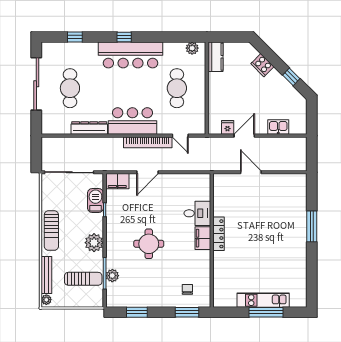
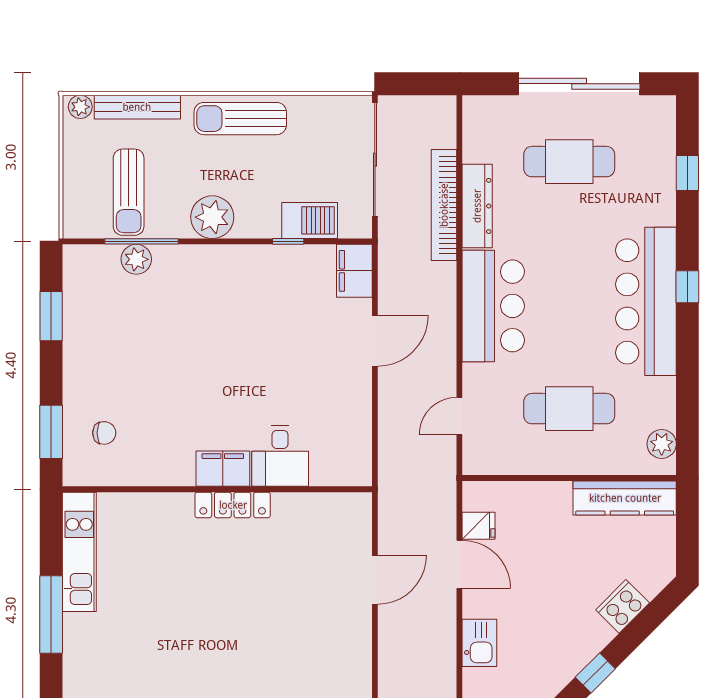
kitchen counter: (216, 57) -> (625, 498), width x1.50
bookcase: (148, 142) -> (444, 205), moved
door: (148, 172) -> (375, 341), swing flipped
round table: (149, 244) -> (210, 344), removed
kitchen unit: (263, 300) -> (79, 552), moved

